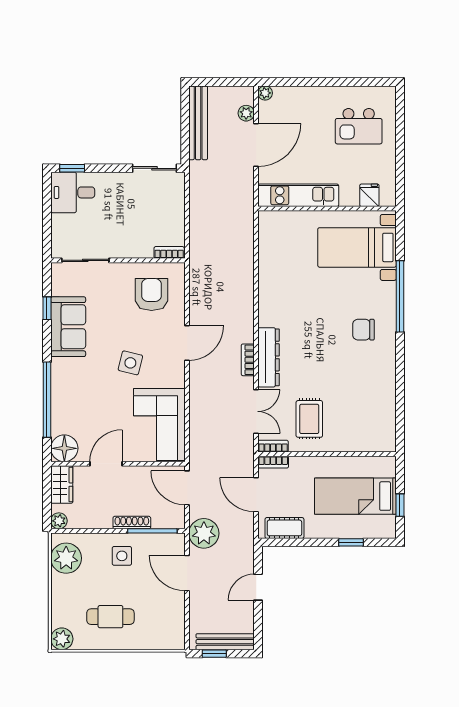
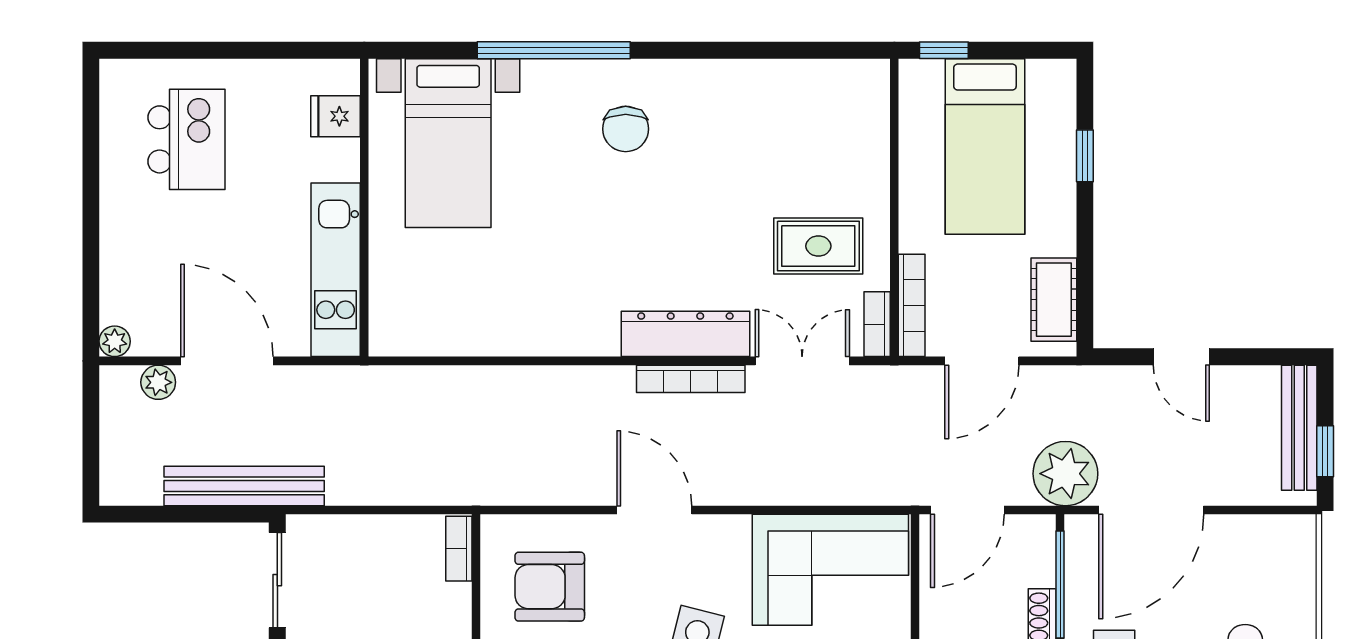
bench: (198, 123) -> (244, 486), moved
bookcase: (248, 360) -> (691, 379), width x1.56
bookcase: (273, 462) -> (912, 305), width x1.56
window: (400, 505) -> (944, 50), moved
door: (187, 573) -> (1151, 510), width x1.36

